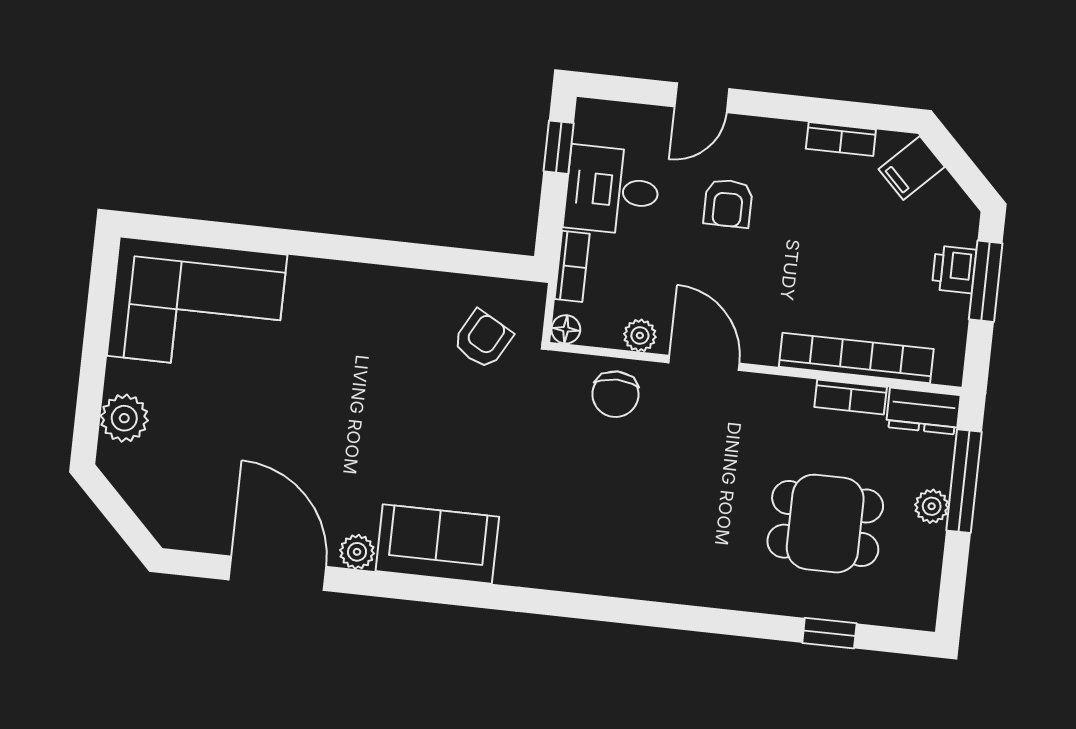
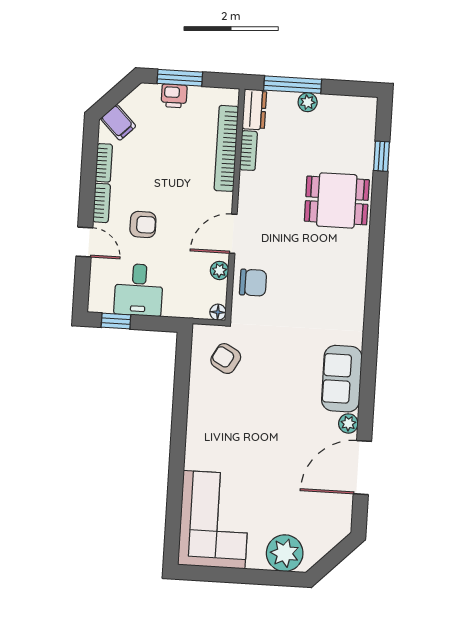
bookcase: (572, 266) -> (102, 203), moved, turned 90
plant: (124, 418) -> (285, 553), width x1.36, depth x1.36
dining table: (825, 524) -> (337, 200), moved, turned 90

